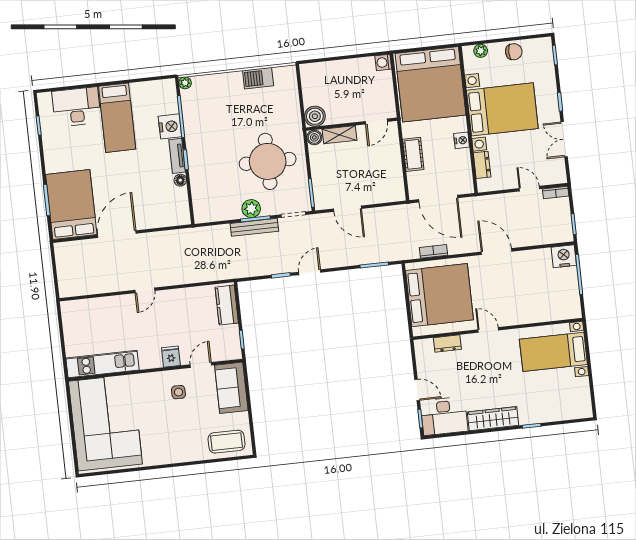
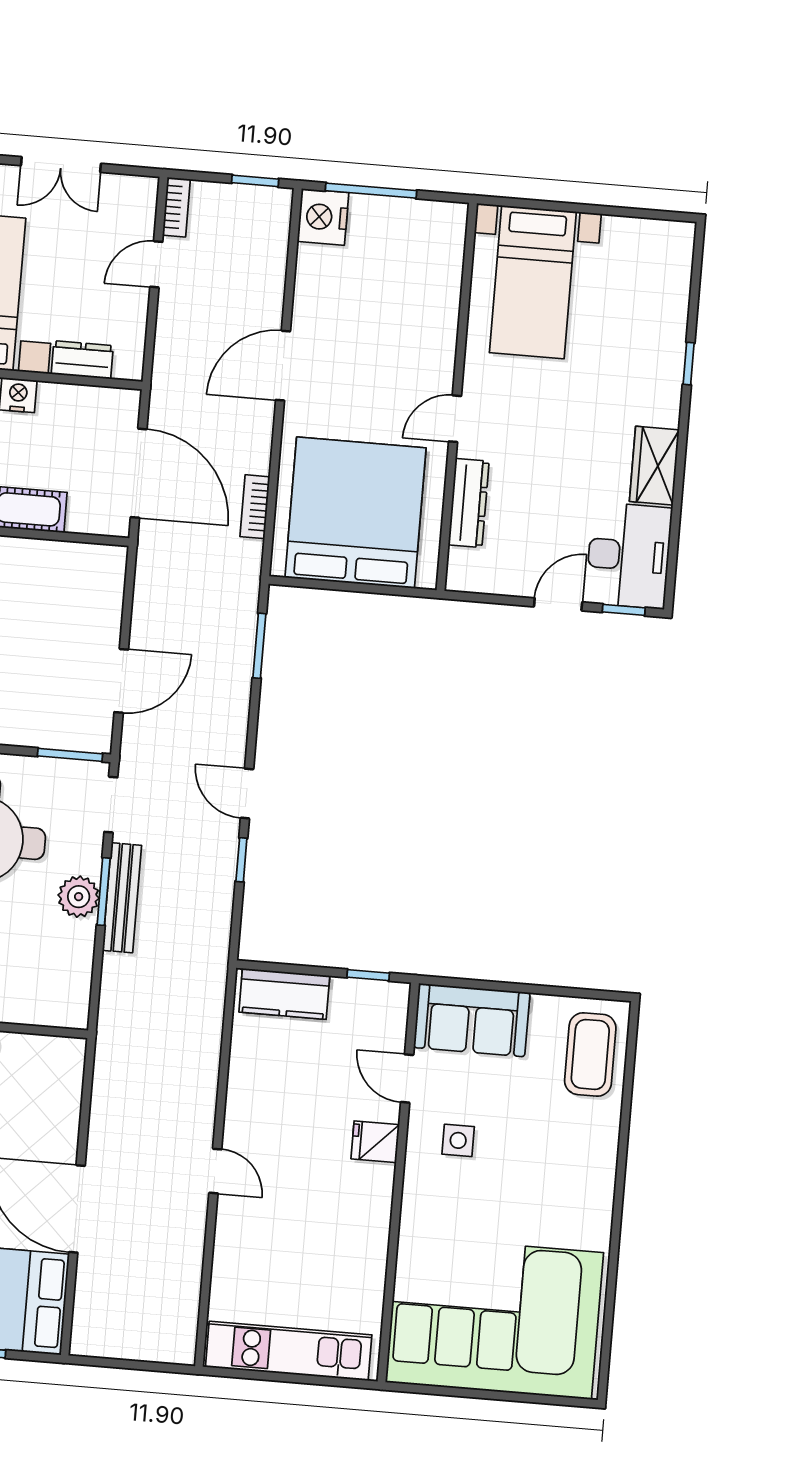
door: (438, 199) -> (139, 473), hinge flipped
dresser: (447, 344) -> (469, 503), width x1.44
kitchen unit: (103, 364) -> (289, 1351), moved, turned 90
wardrobe: (493, 419) -> (654, 466), width x0.67

